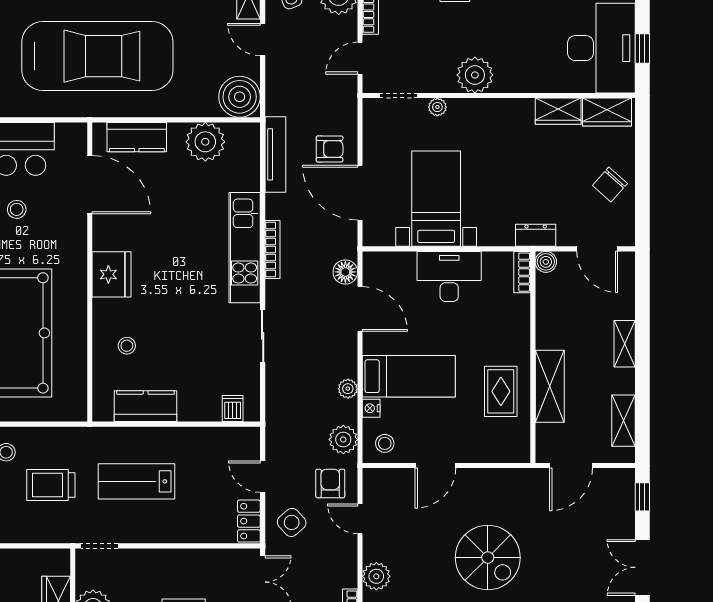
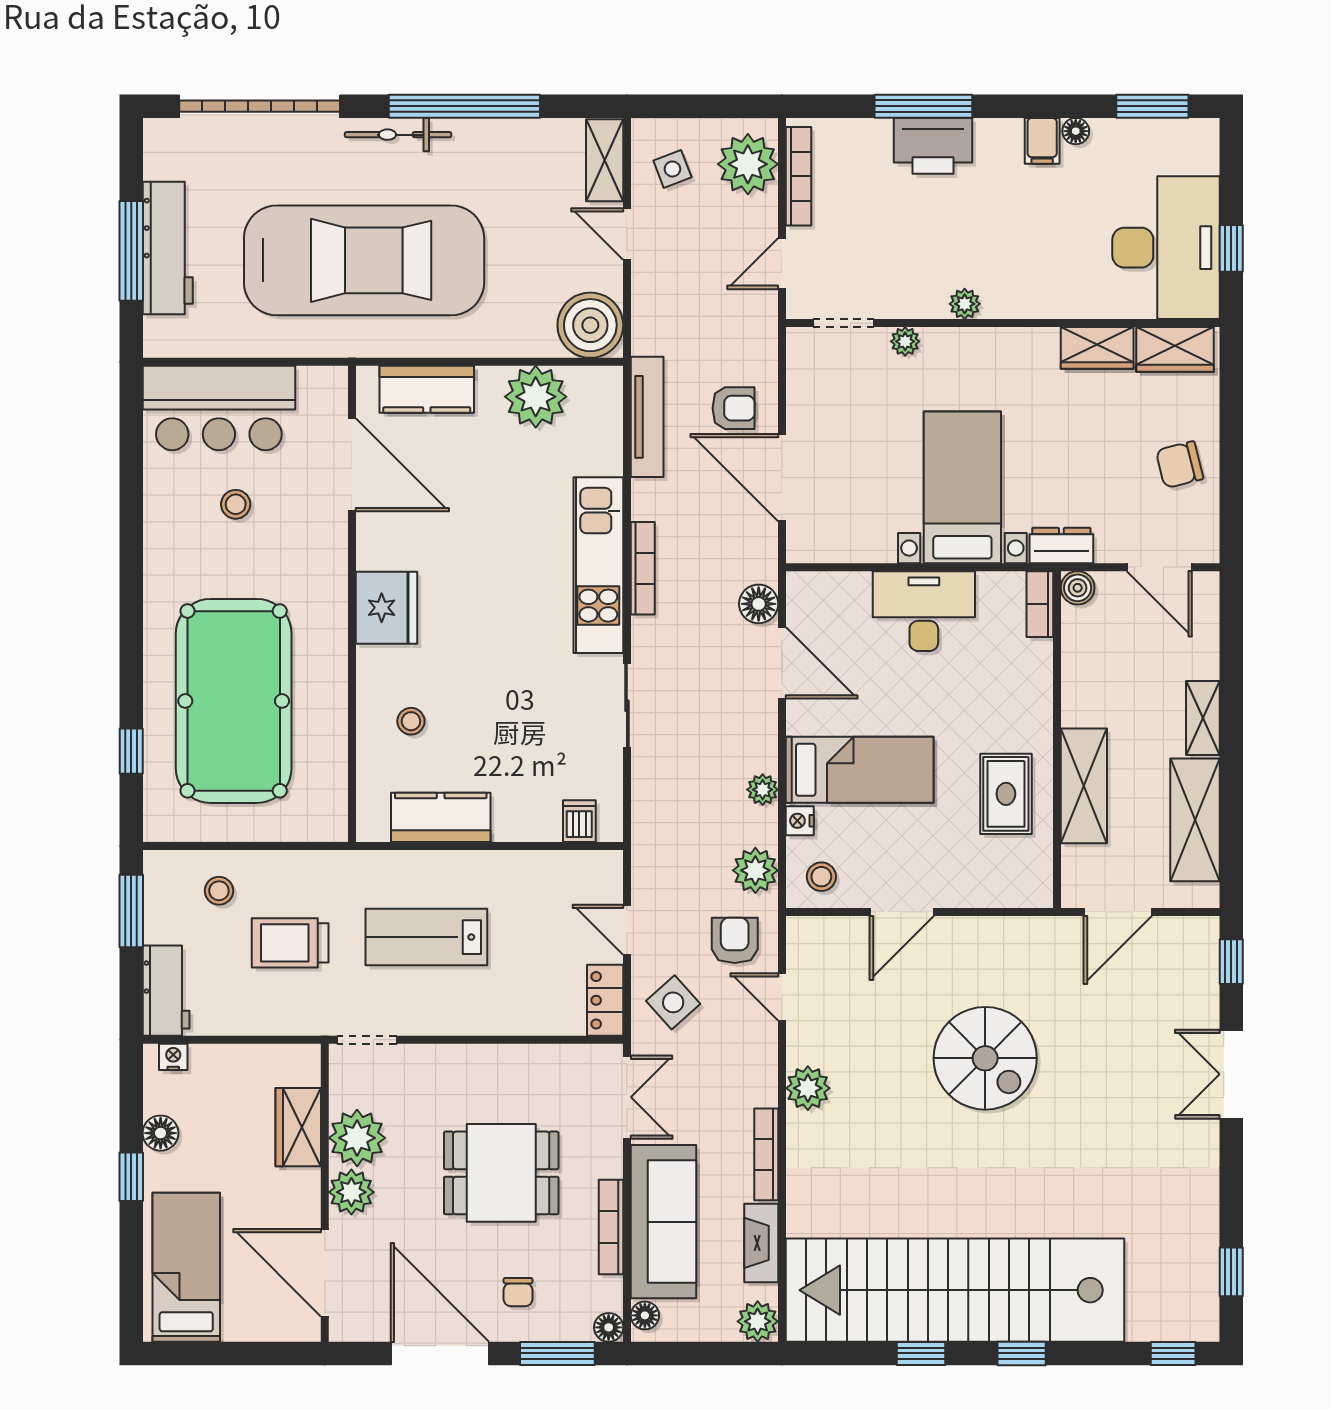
plant: (475, 75) -> (965, 304), width x0.53, depth x0.53
chair: (610, 184) -> (1180, 465), turned 34
bed with nightstands: (436, 199) -> (962, 487), moved
shelving: (623, 421) -> (1195, 820), width x1.50, depth x1.33

